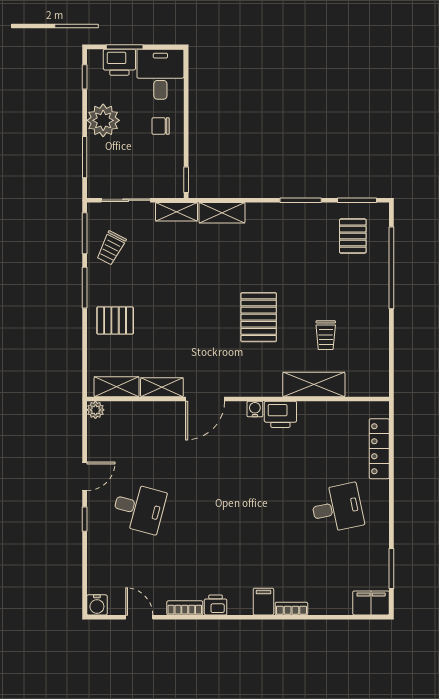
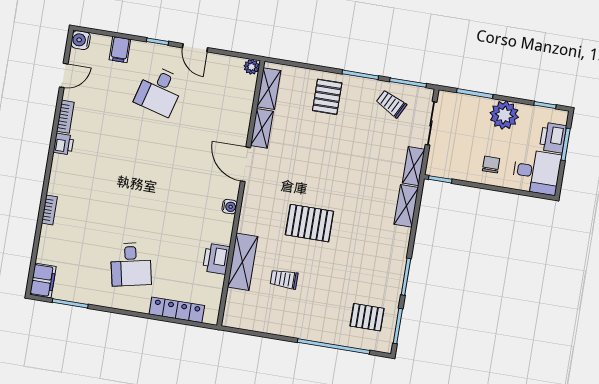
printer: (280, 414) -> (216, 259), moved
filing cabinet: (263, 602) -> (120, 50), moved, turned 90

